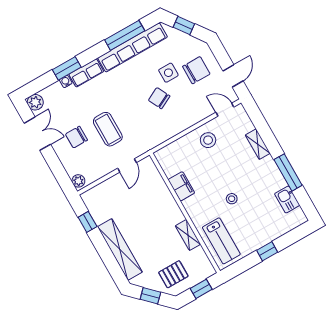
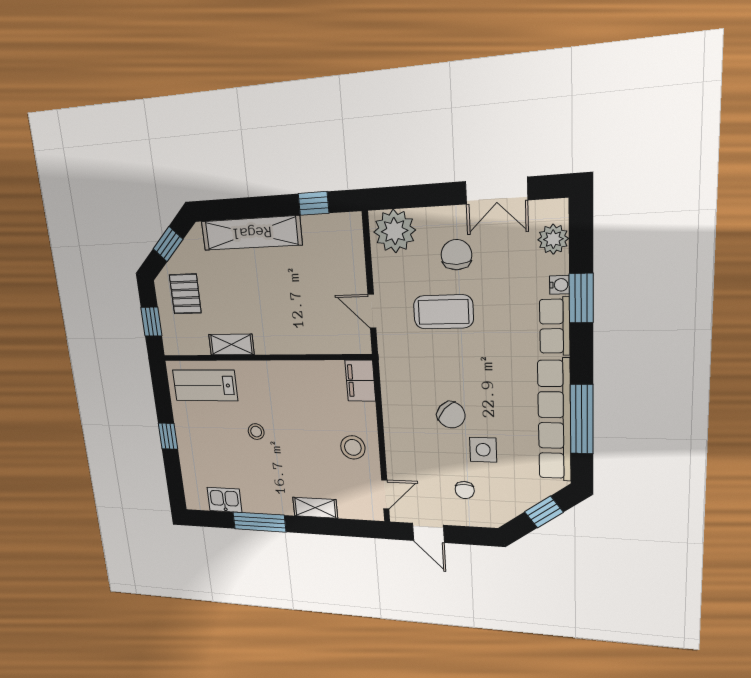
chair: (196, 70) -> (465, 490), width x0.54, depth x0.54
chair: (159, 98) -> (451, 415), turned 69
plant: (35, 102) -> (553, 239), moved
plant: (78, 181) -> (395, 231), width x1.88, depth x1.88
filing cabinet: (181, 186) -> (360, 381), moved, turned 90

